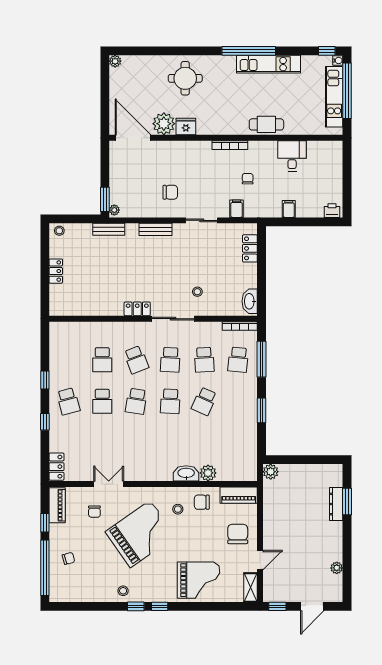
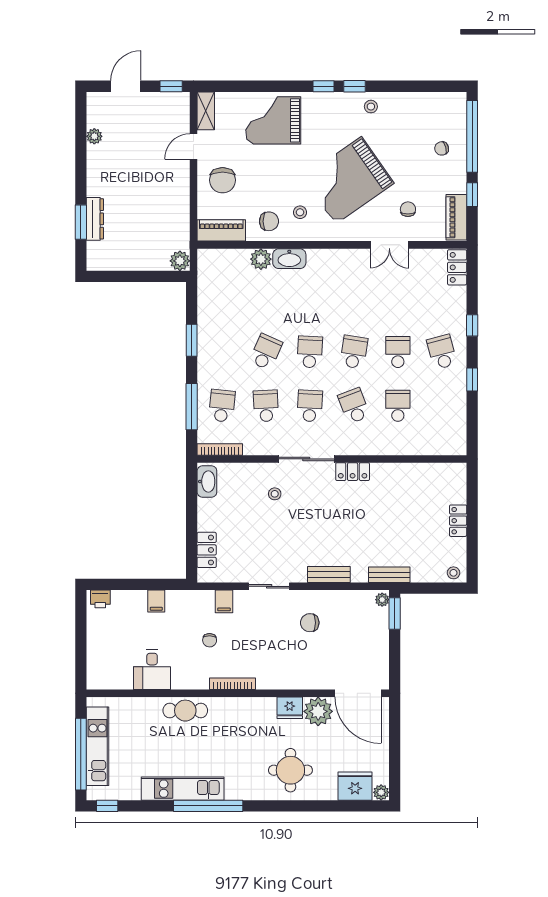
water cooler: (338, 60) -> (93, 793), removed
fridge: (135, 66) -> (355, 786), added

